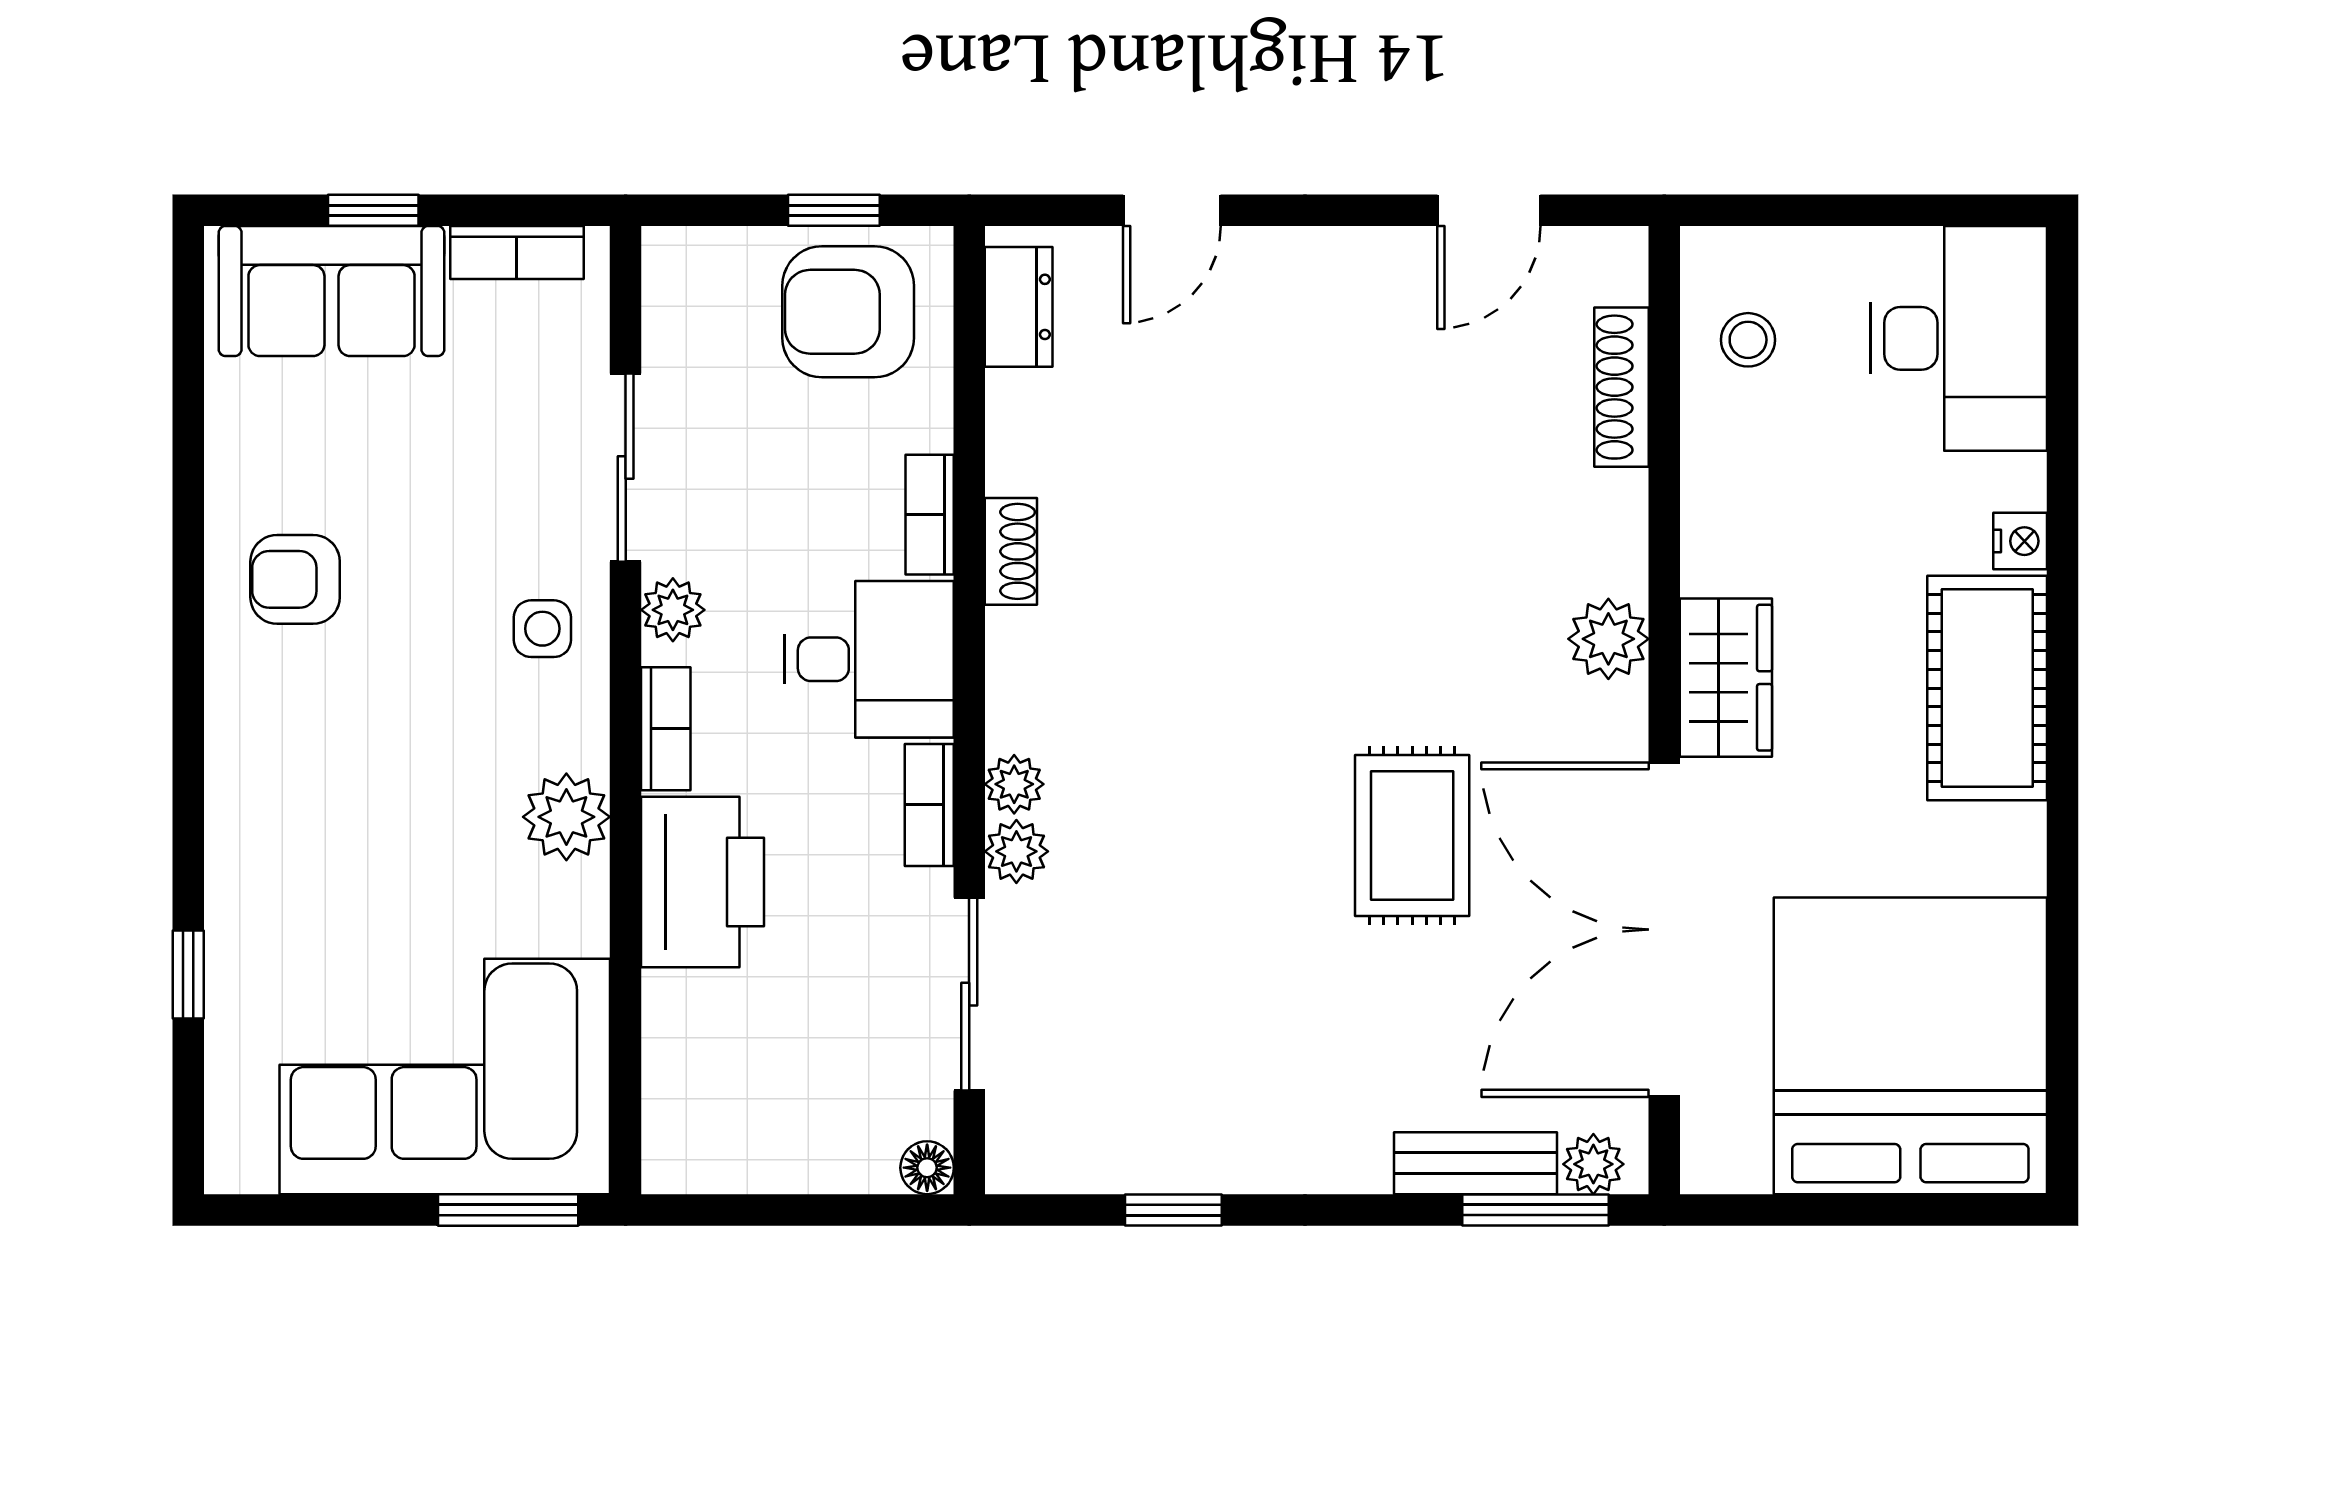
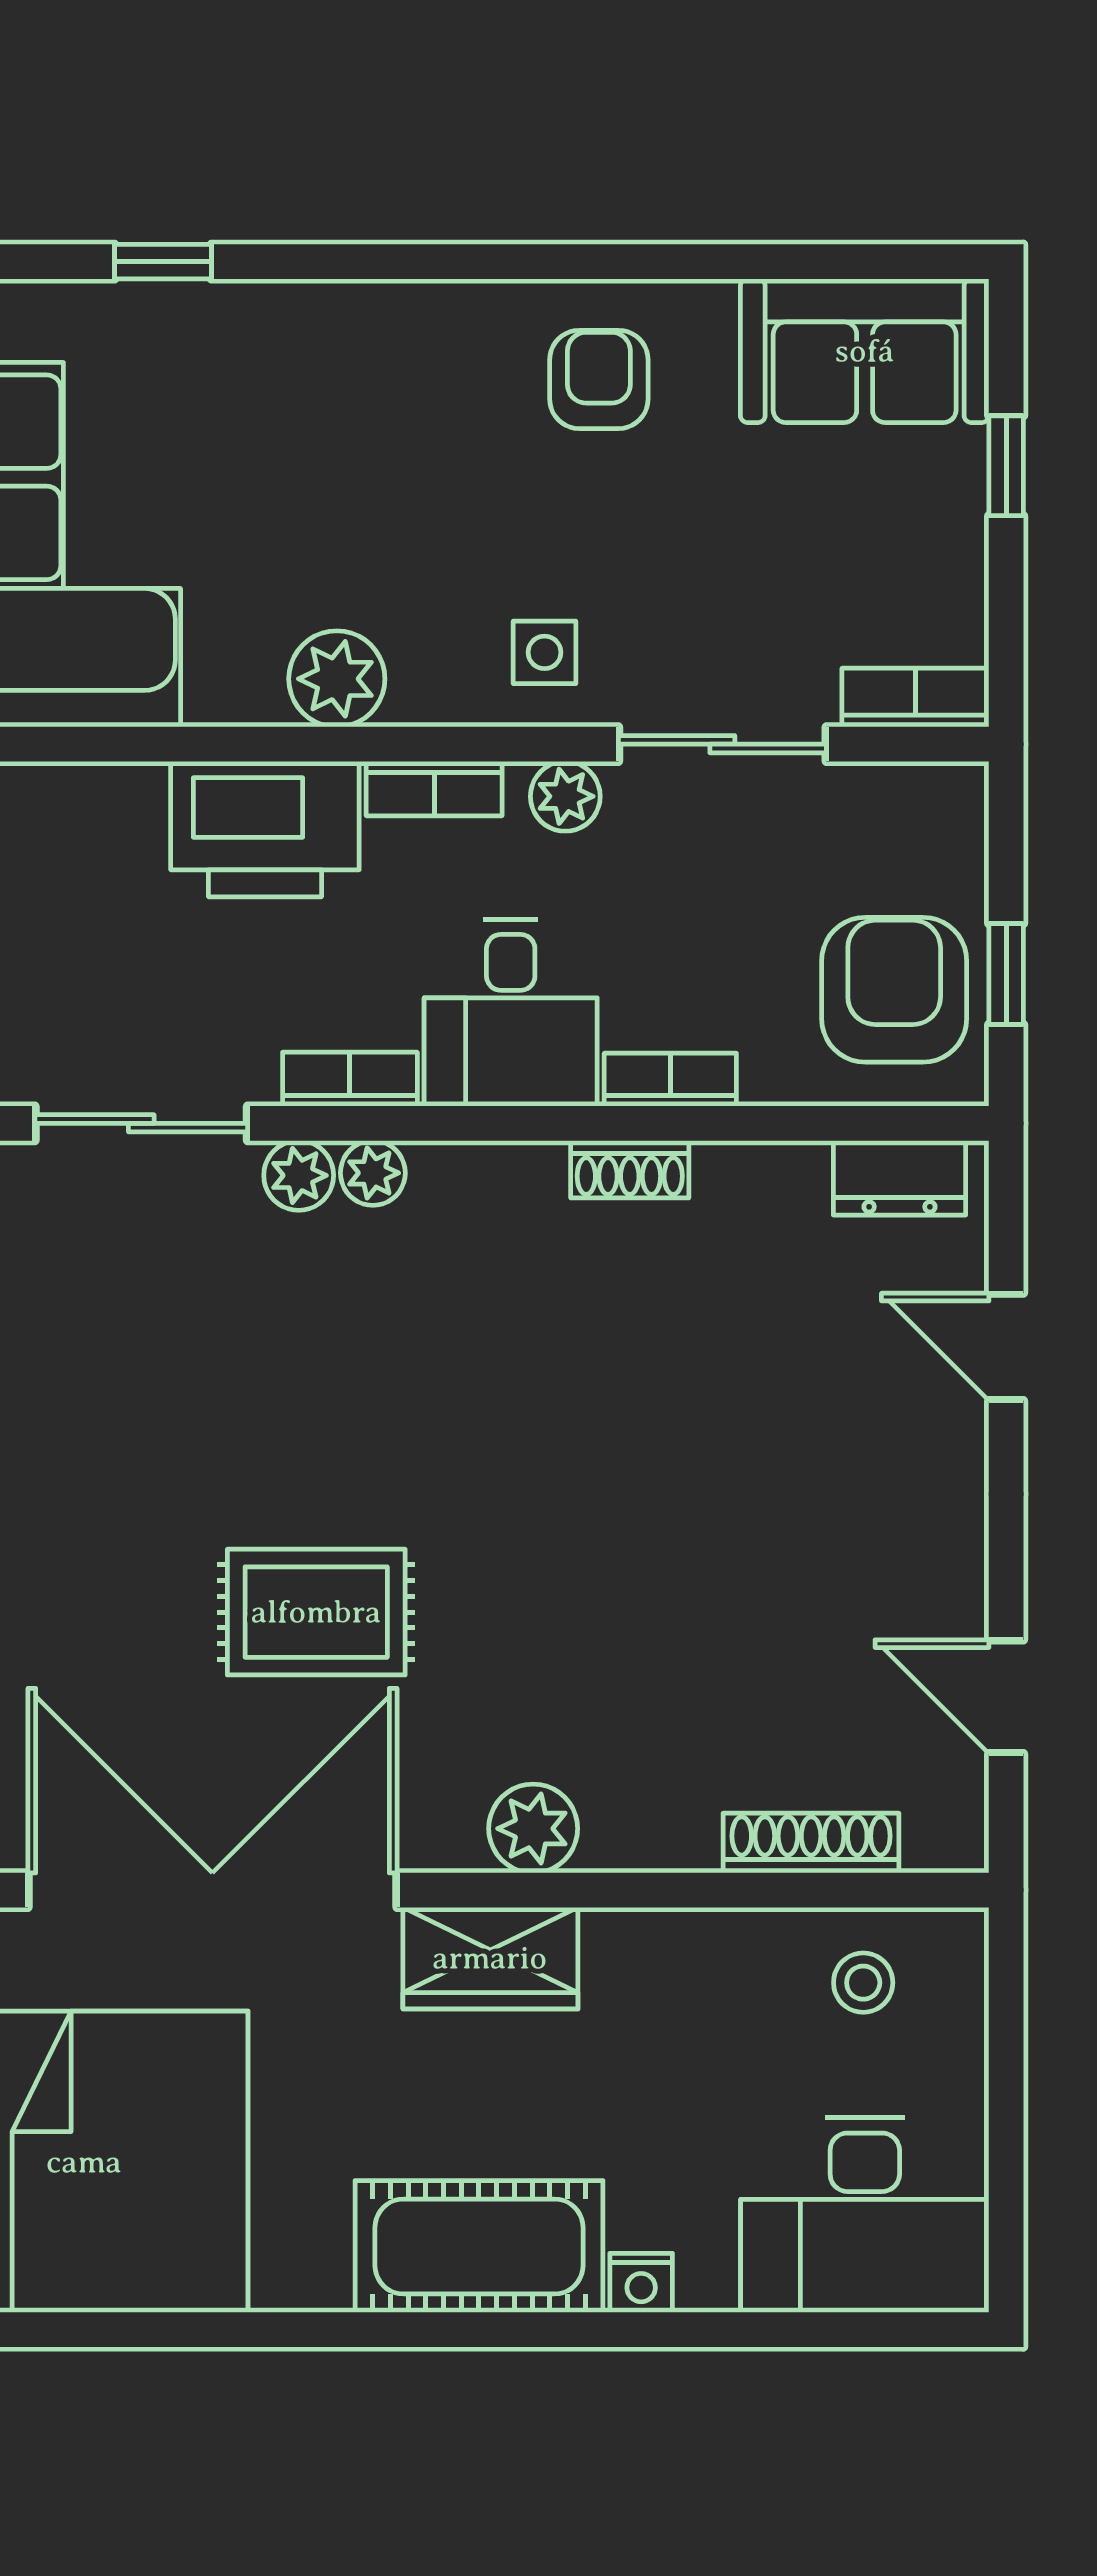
bookcase: (517, 253) -> (915, 698), moved, turned 90
sofa: (331, 291) -> (865, 351), moved, turned -90

